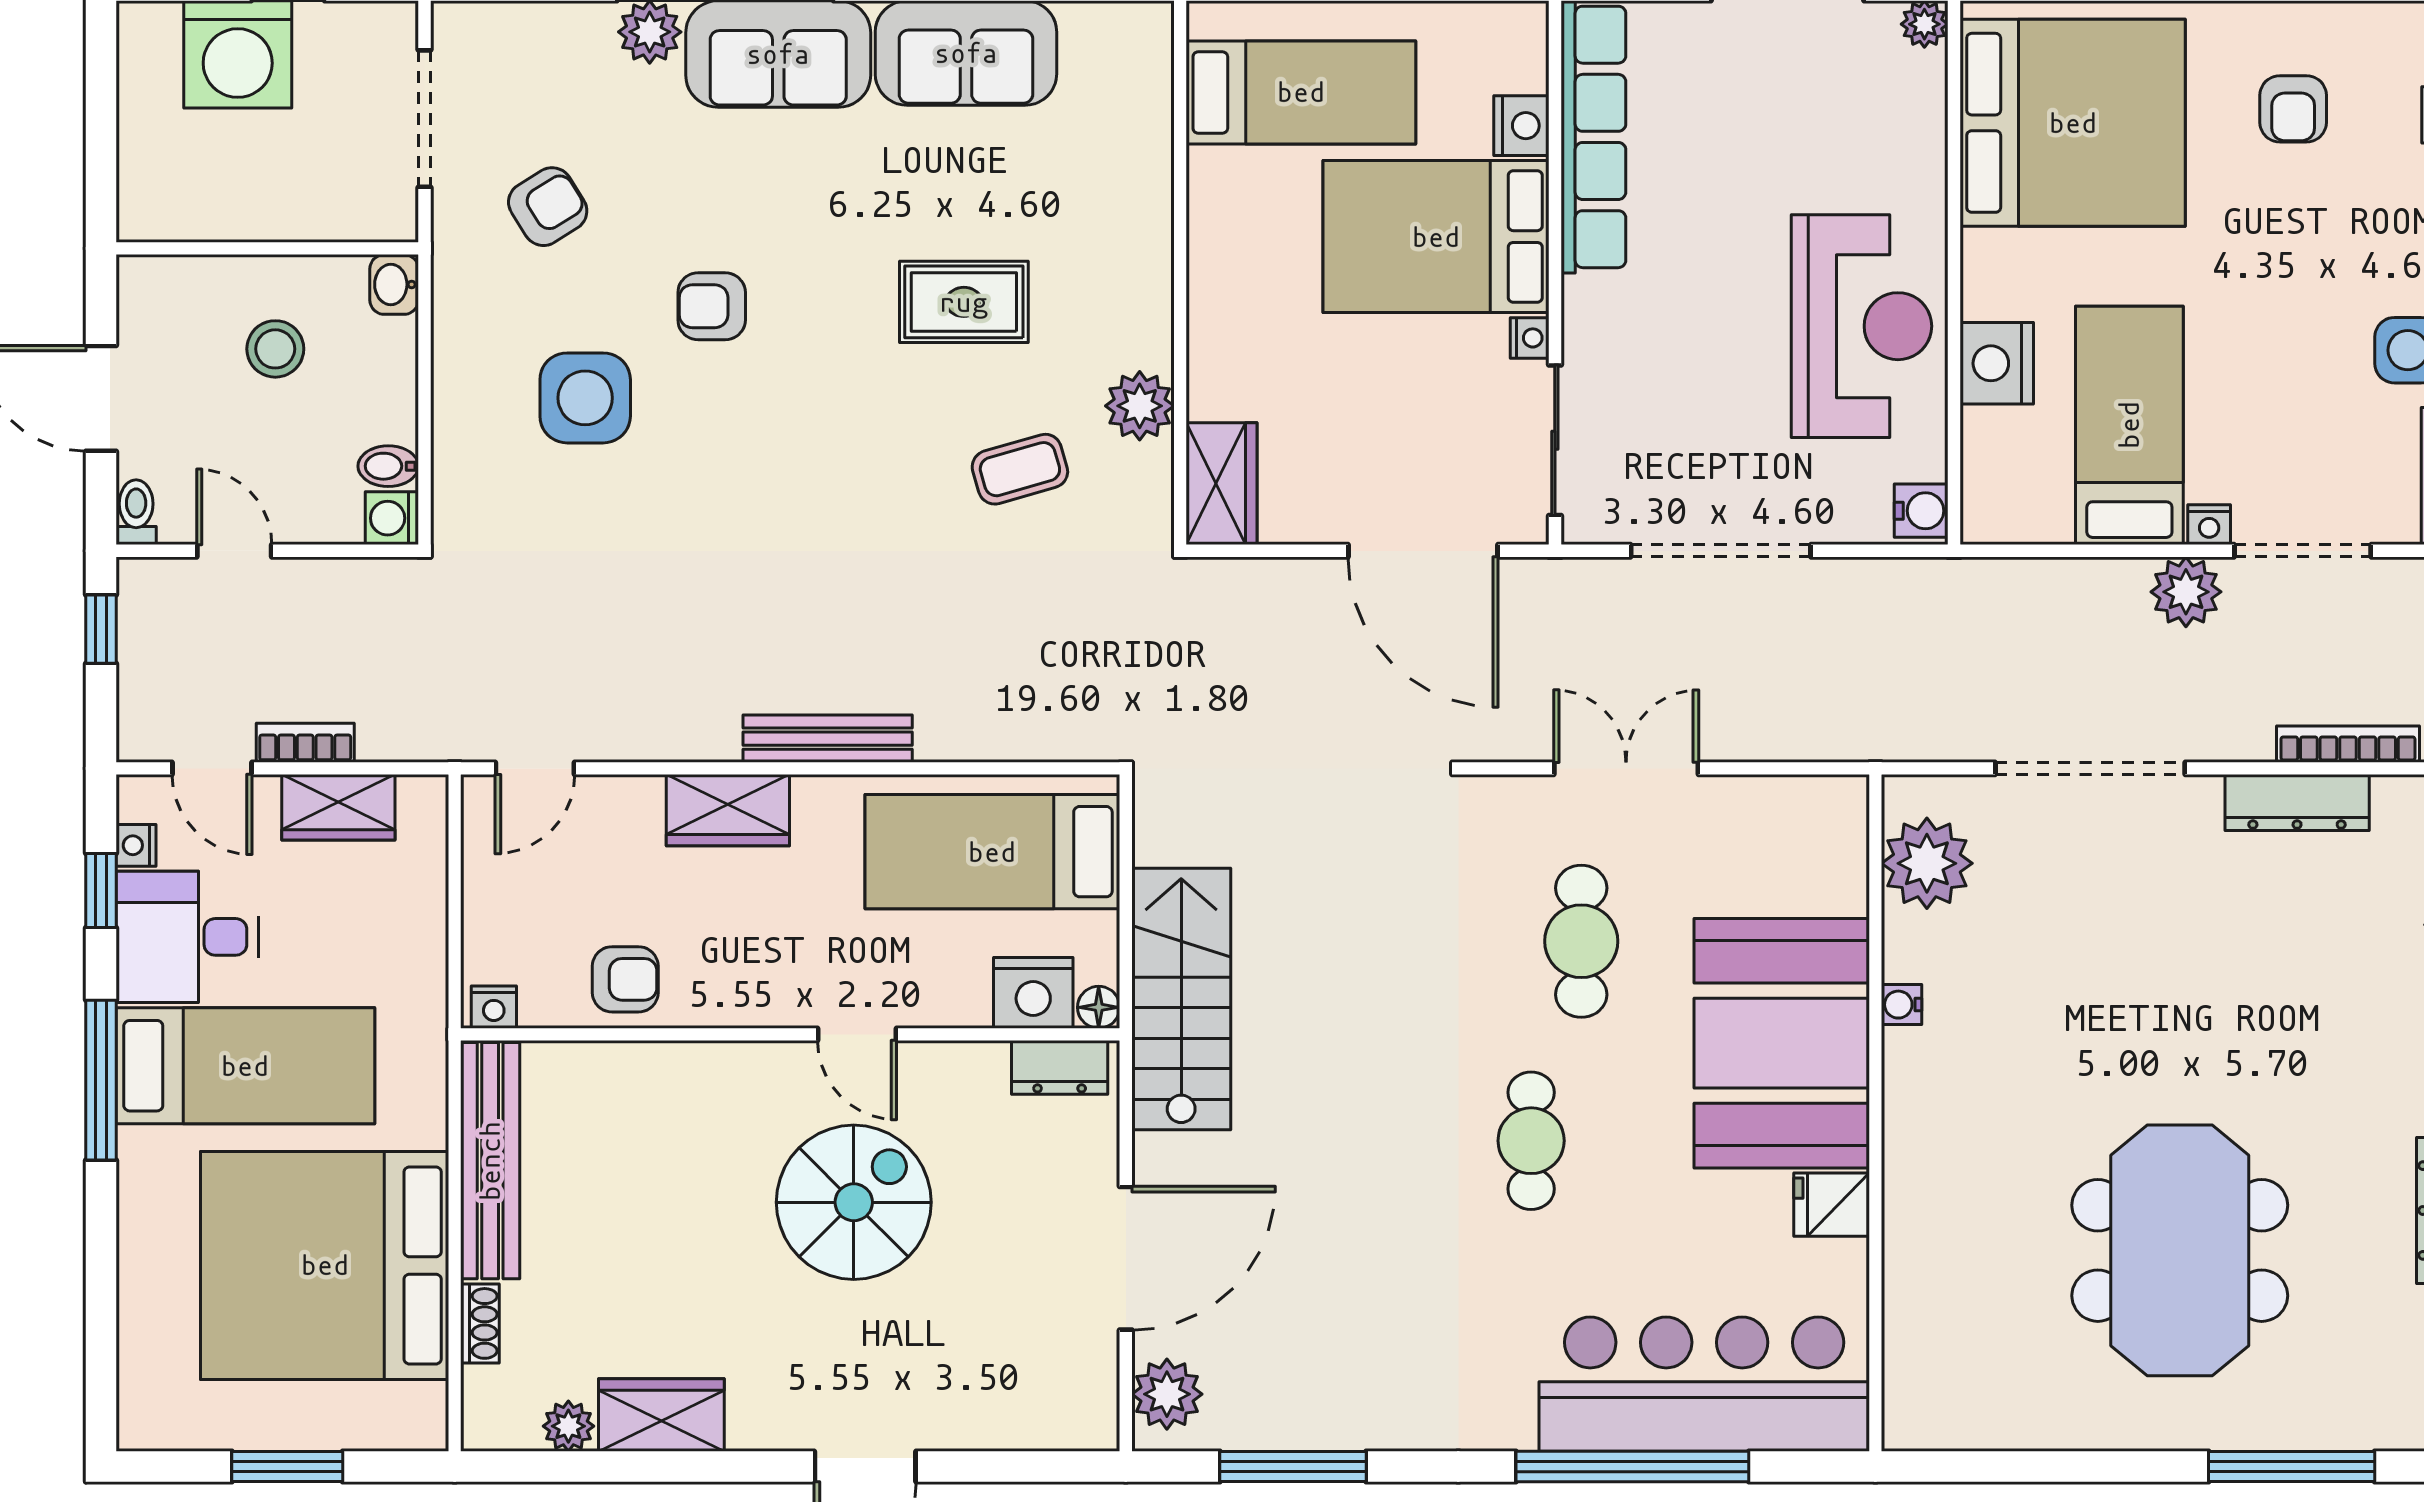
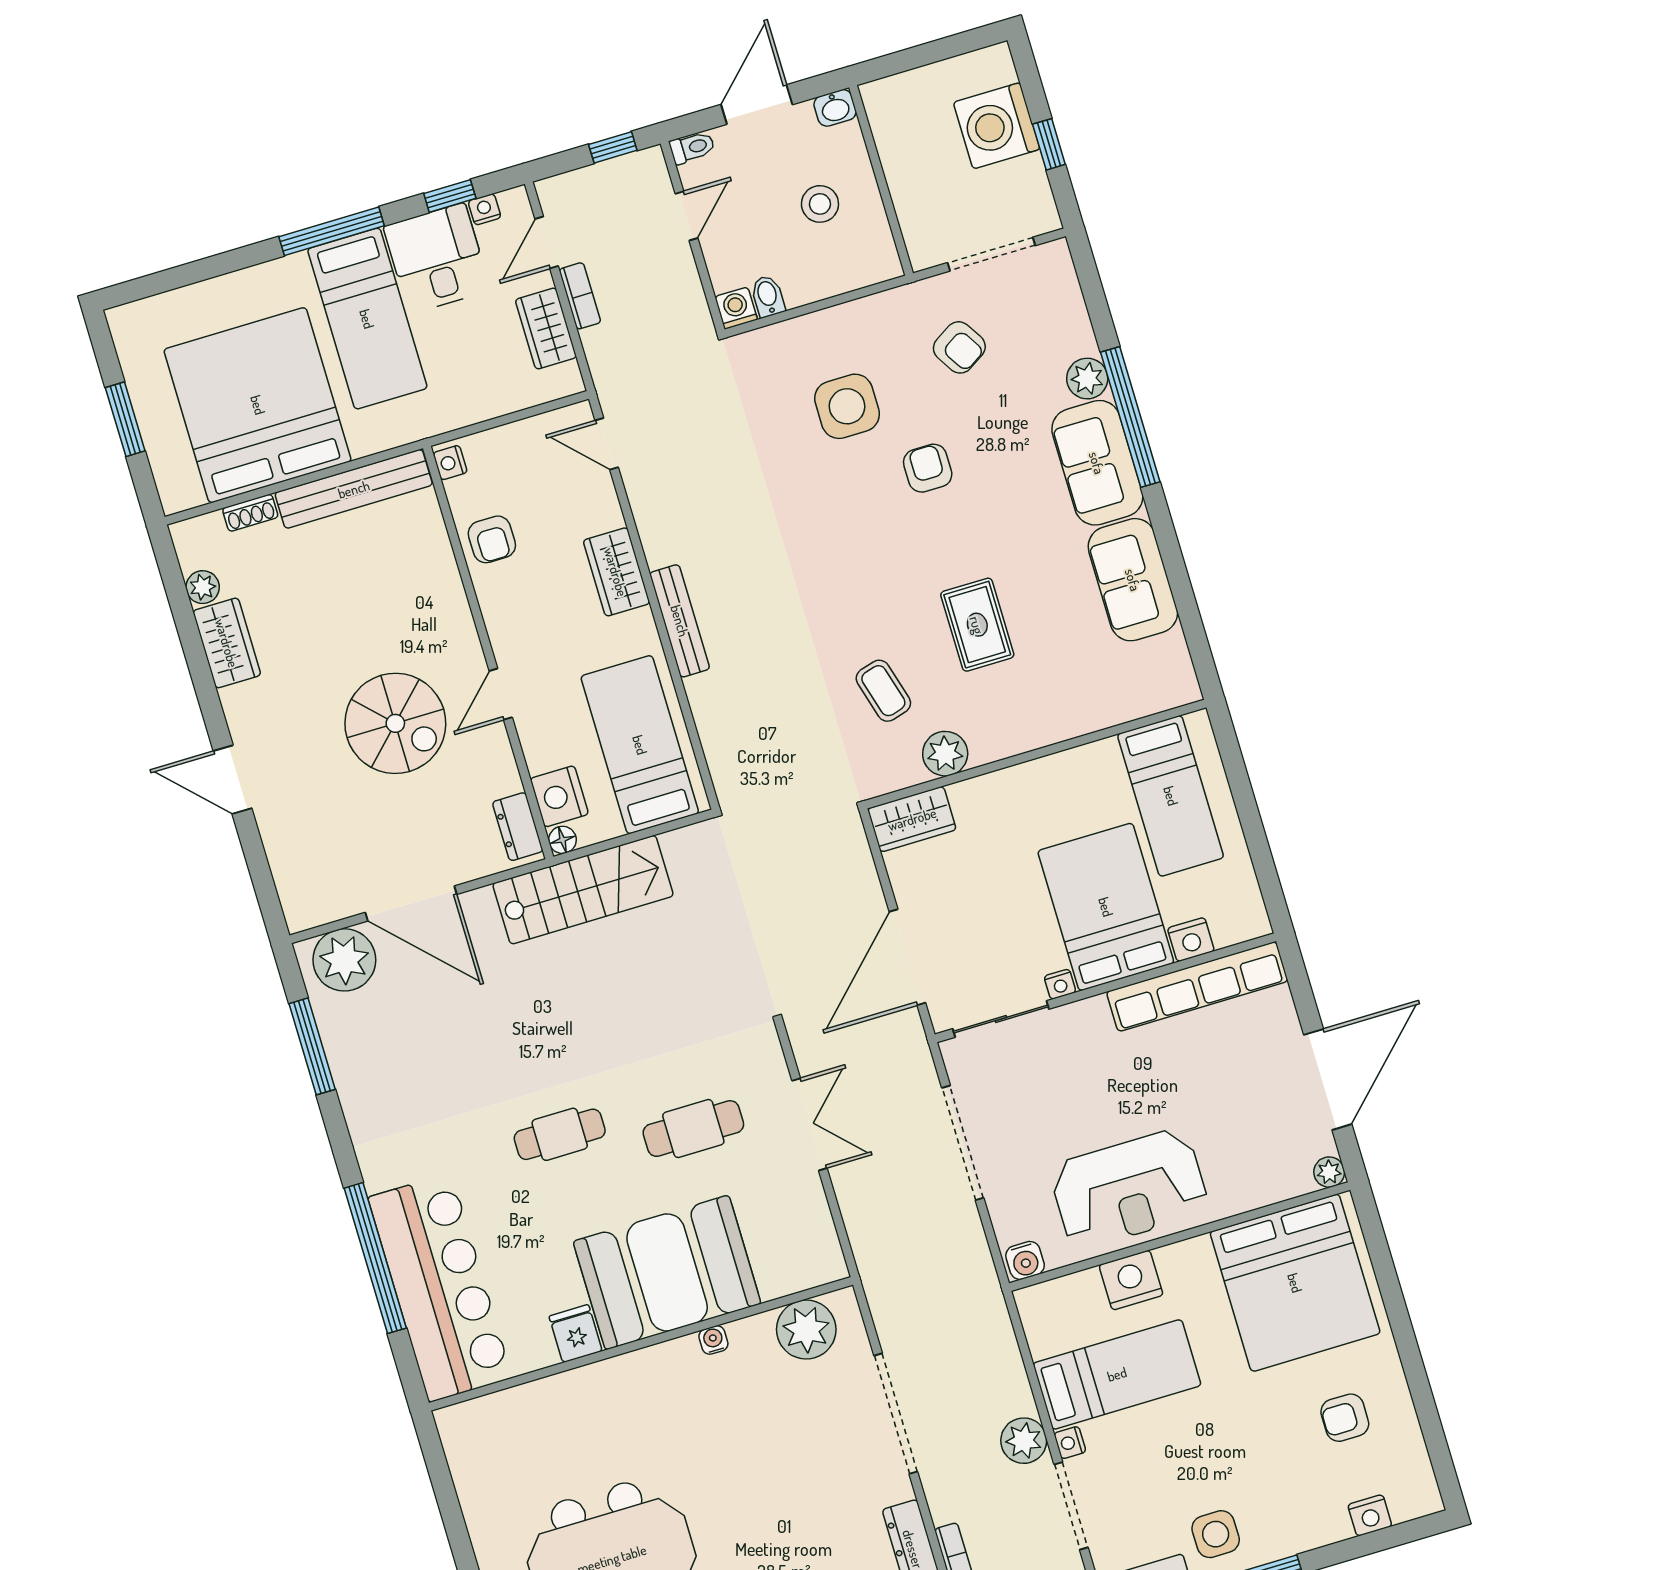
washbasin: (394, 284) -> (835, 108), moved, turned 180
plant: (1167, 1394) -> (344, 960), width x1.36, depth x1.36

